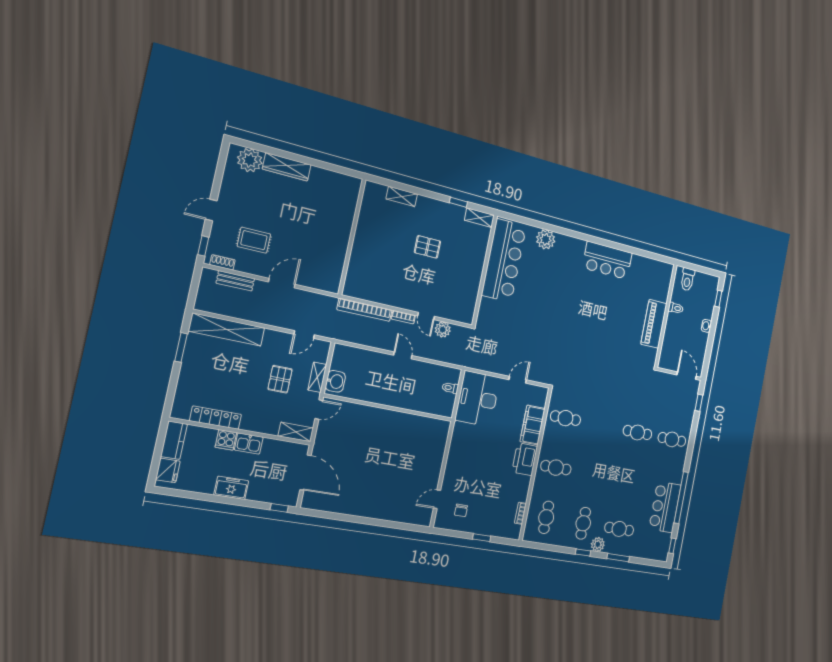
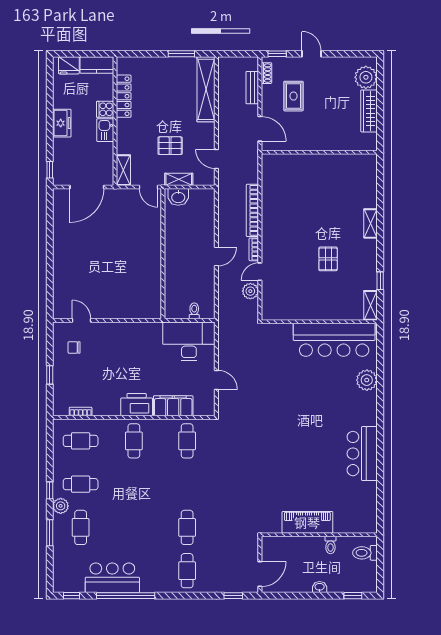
wall: (352, 237) -> (319, 152), moved

